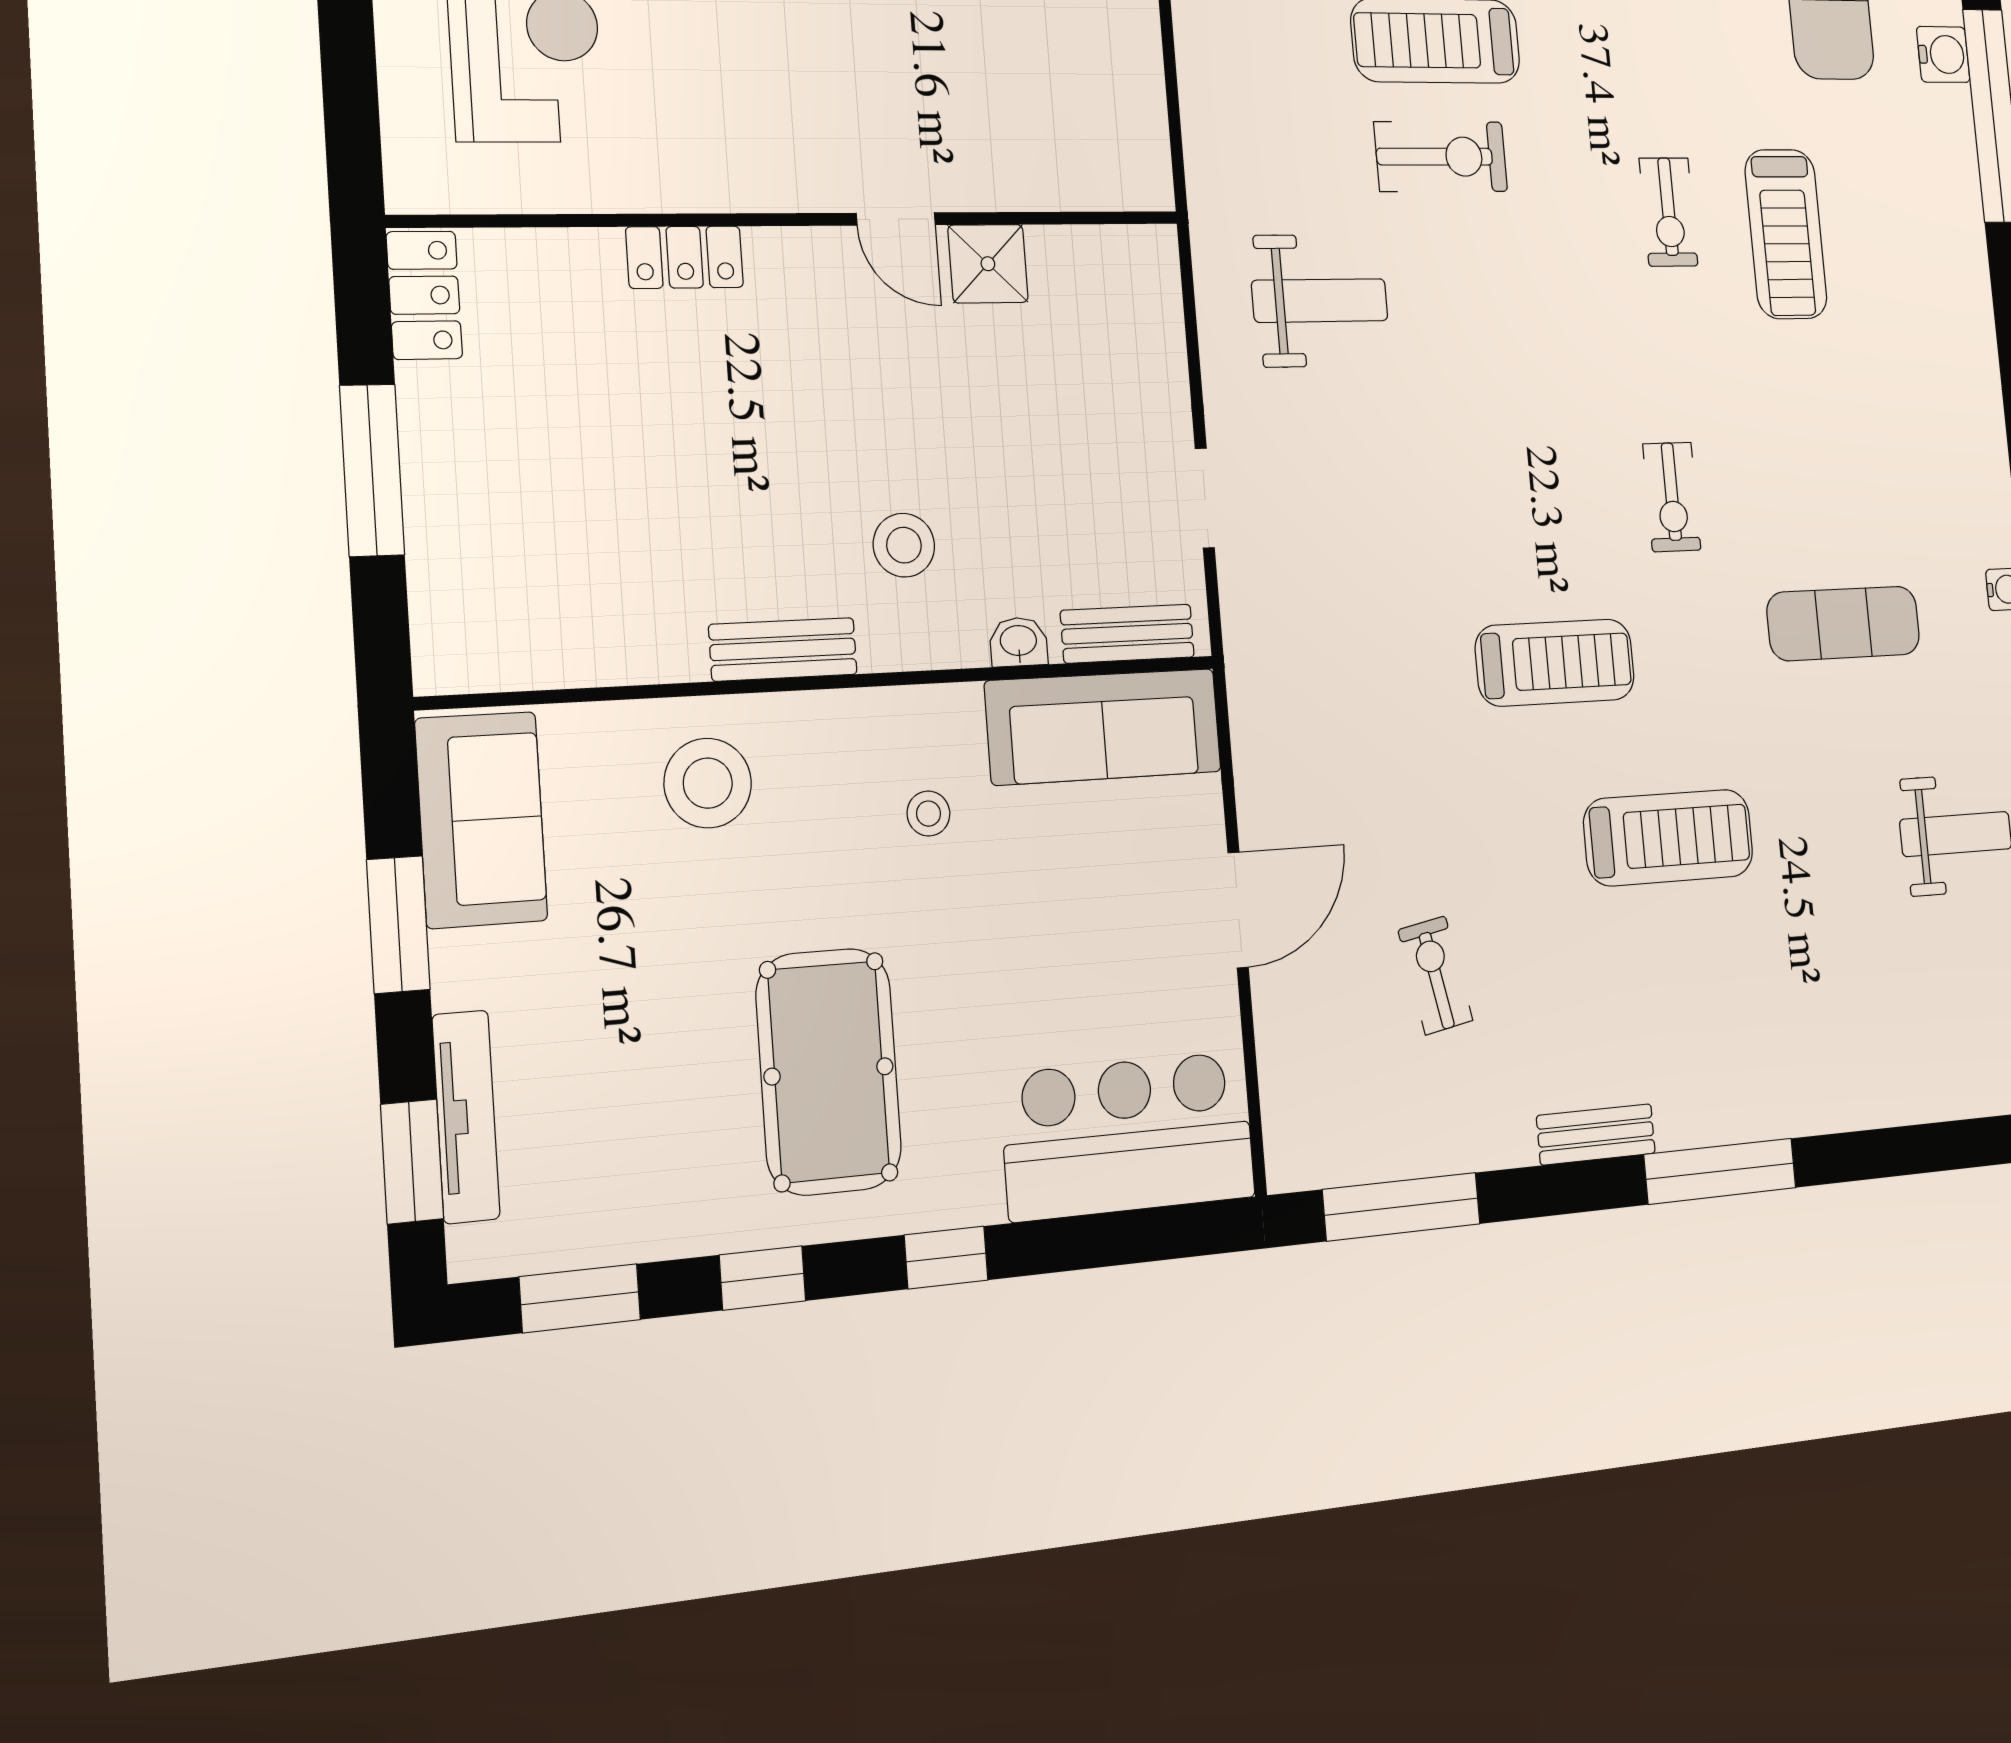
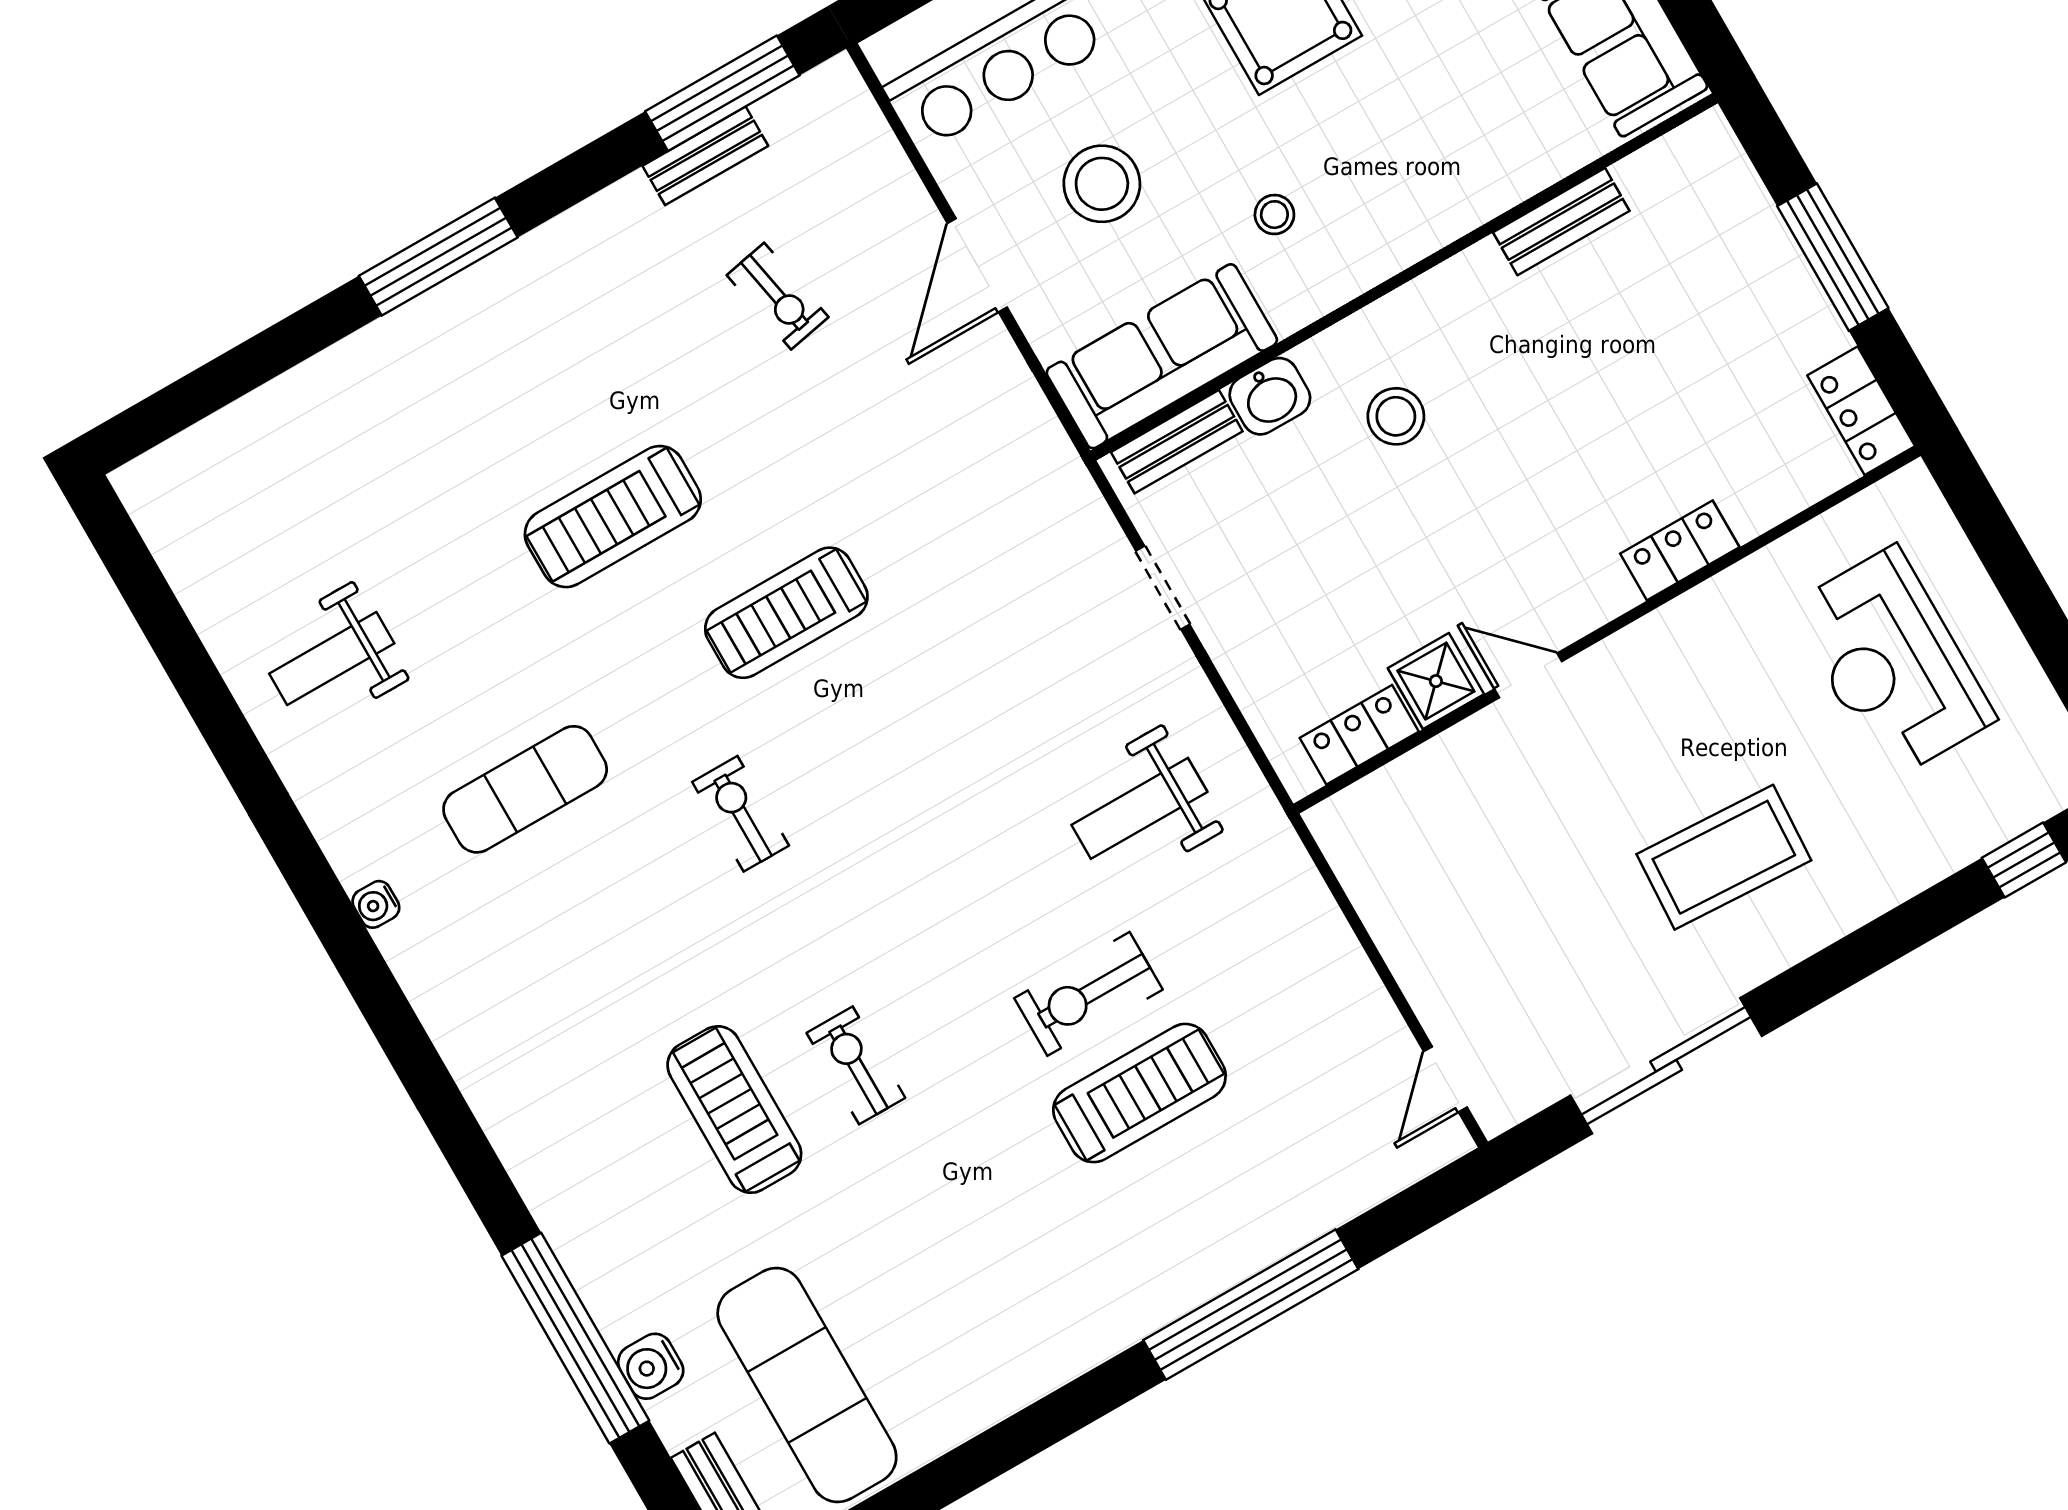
locker: (1085, 254) -> (1359, 735), added
washbasin: (1018, 642) -> (1270, 396), width x1.38, depth x1.45
bench: (783, 649) -> (1561, 222), moved
stool: (708, 783) -> (1102, 184), moved
bench: (1596, 1134) -> (705, 156), moved

